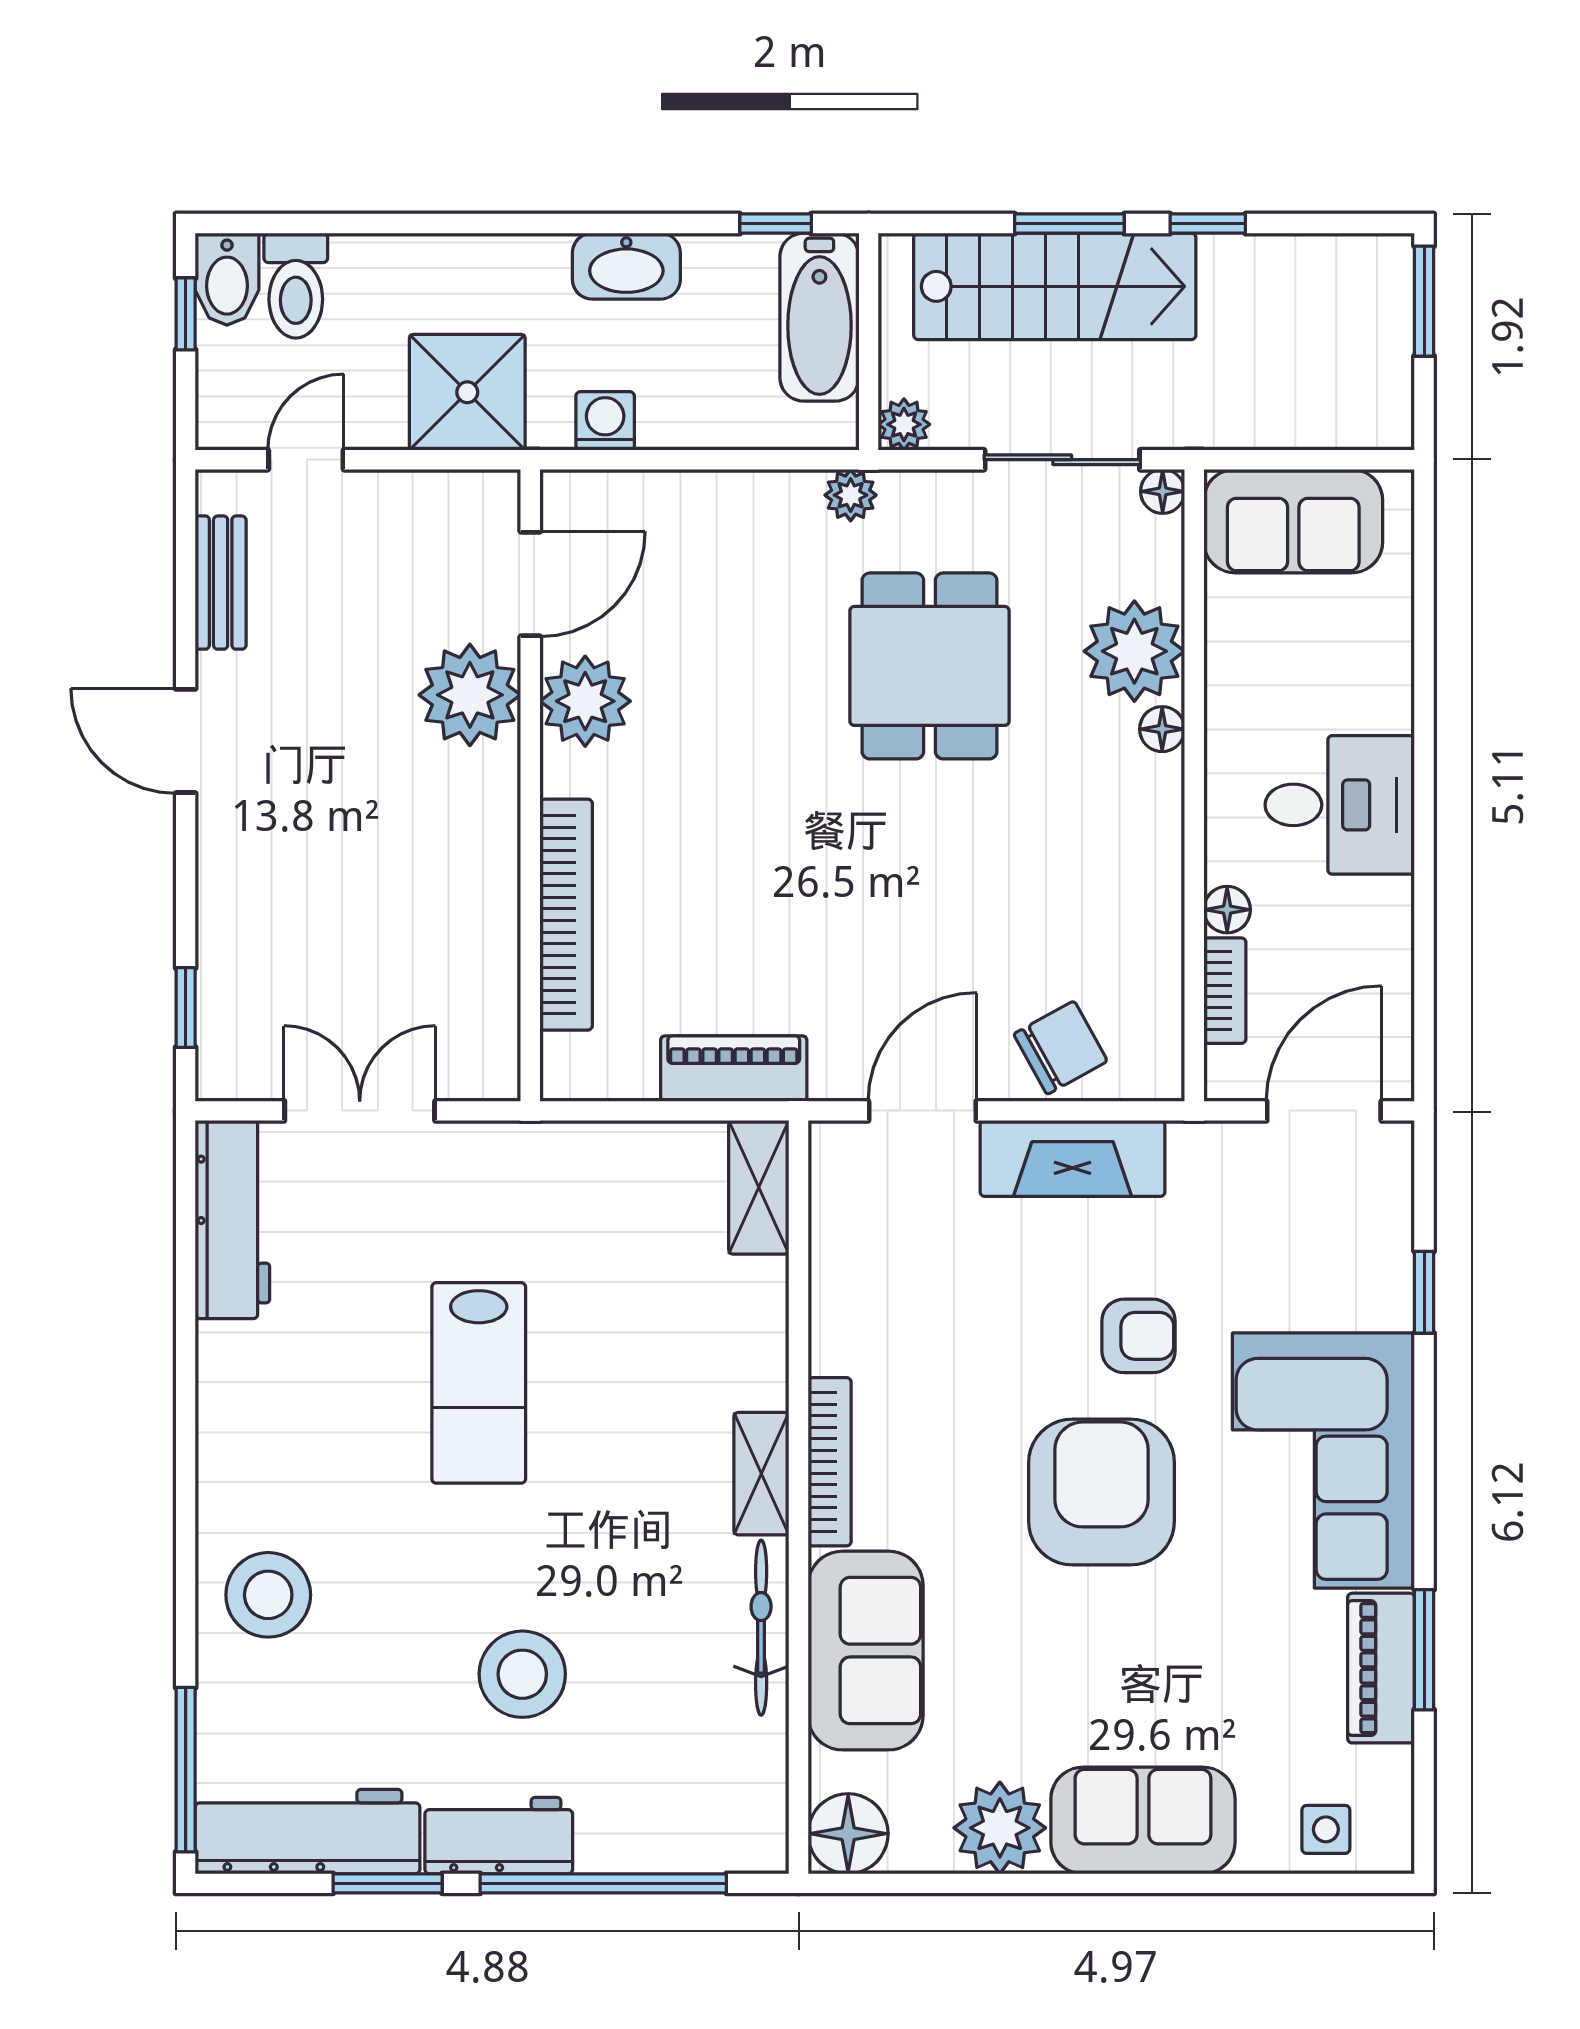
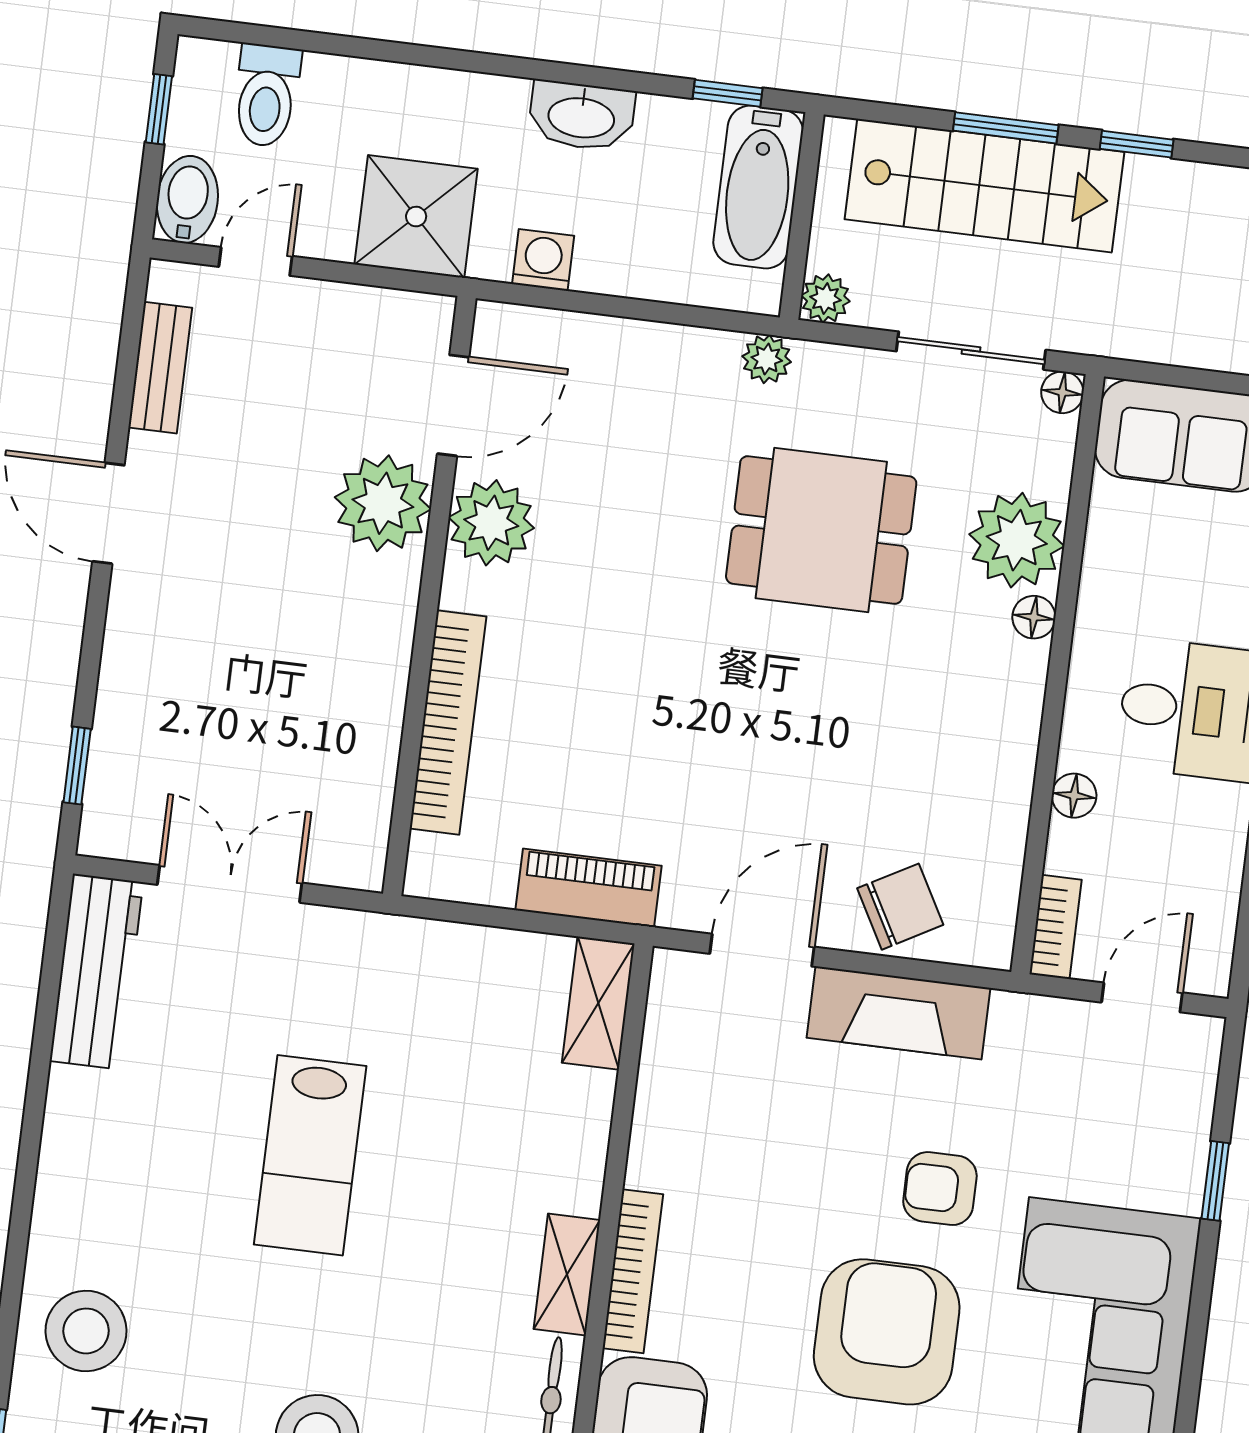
bidet: (227, 279) -> (187, 199), moved, turned 180
dining table: (929, 666) -> (821, 530), turned 90
bookcase: (1225, 991) -> (1056, 927), moved
door: (1324, 1111) -> (1142, 997), width x0.73
armchair: (1138, 1336) -> (940, 1189), turned 180

